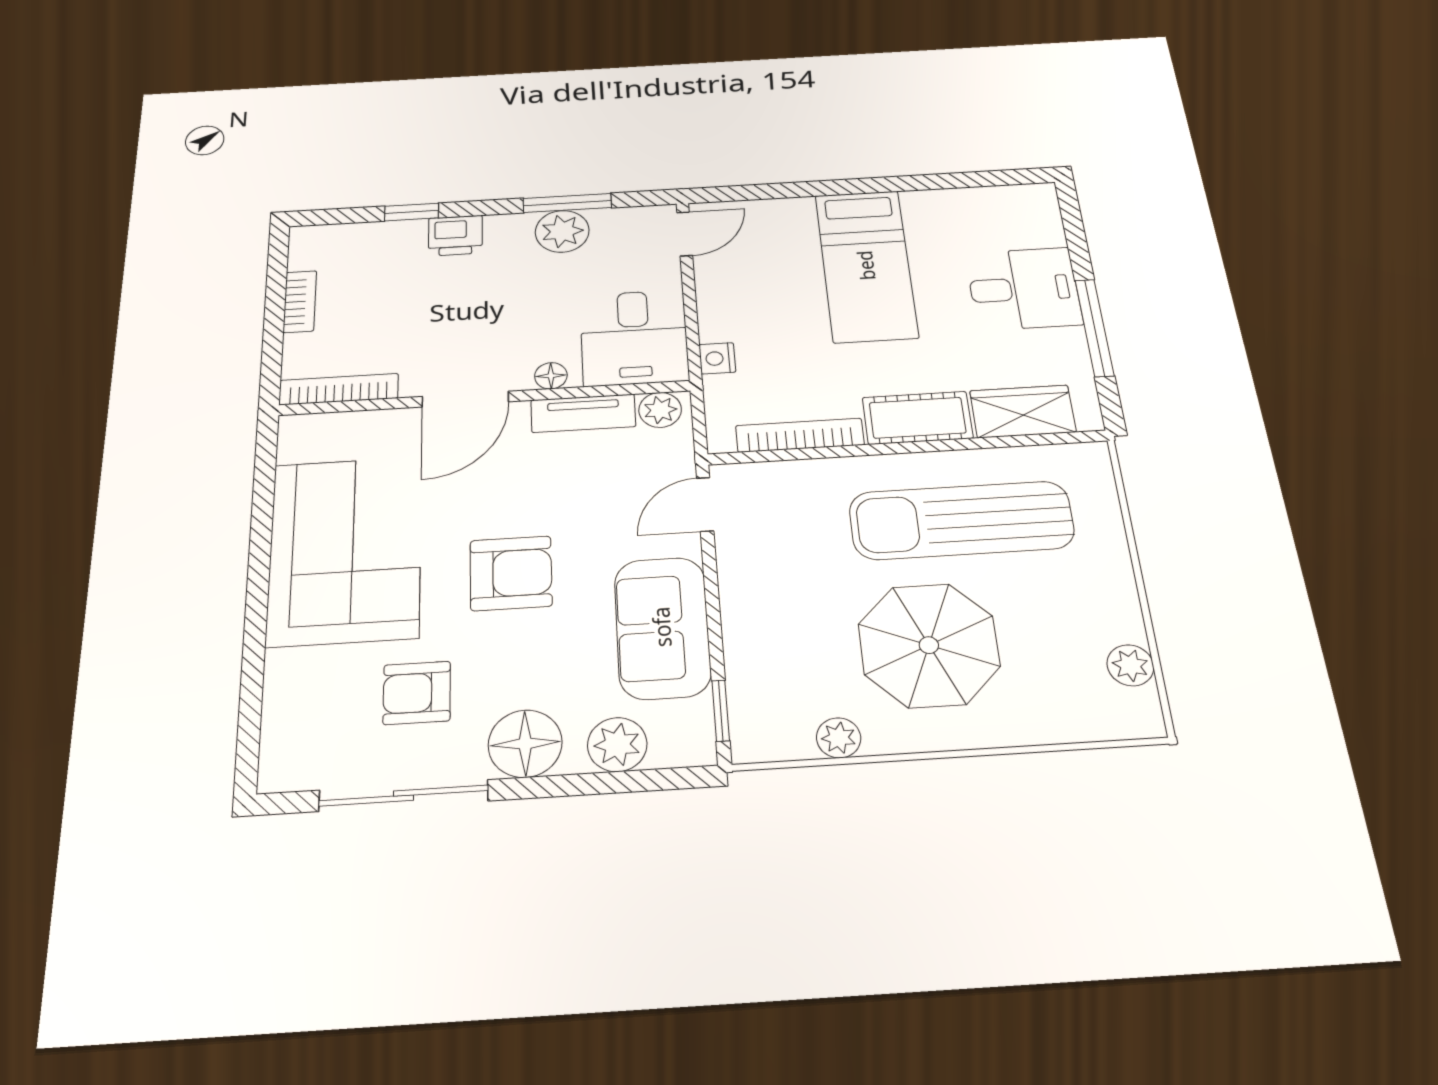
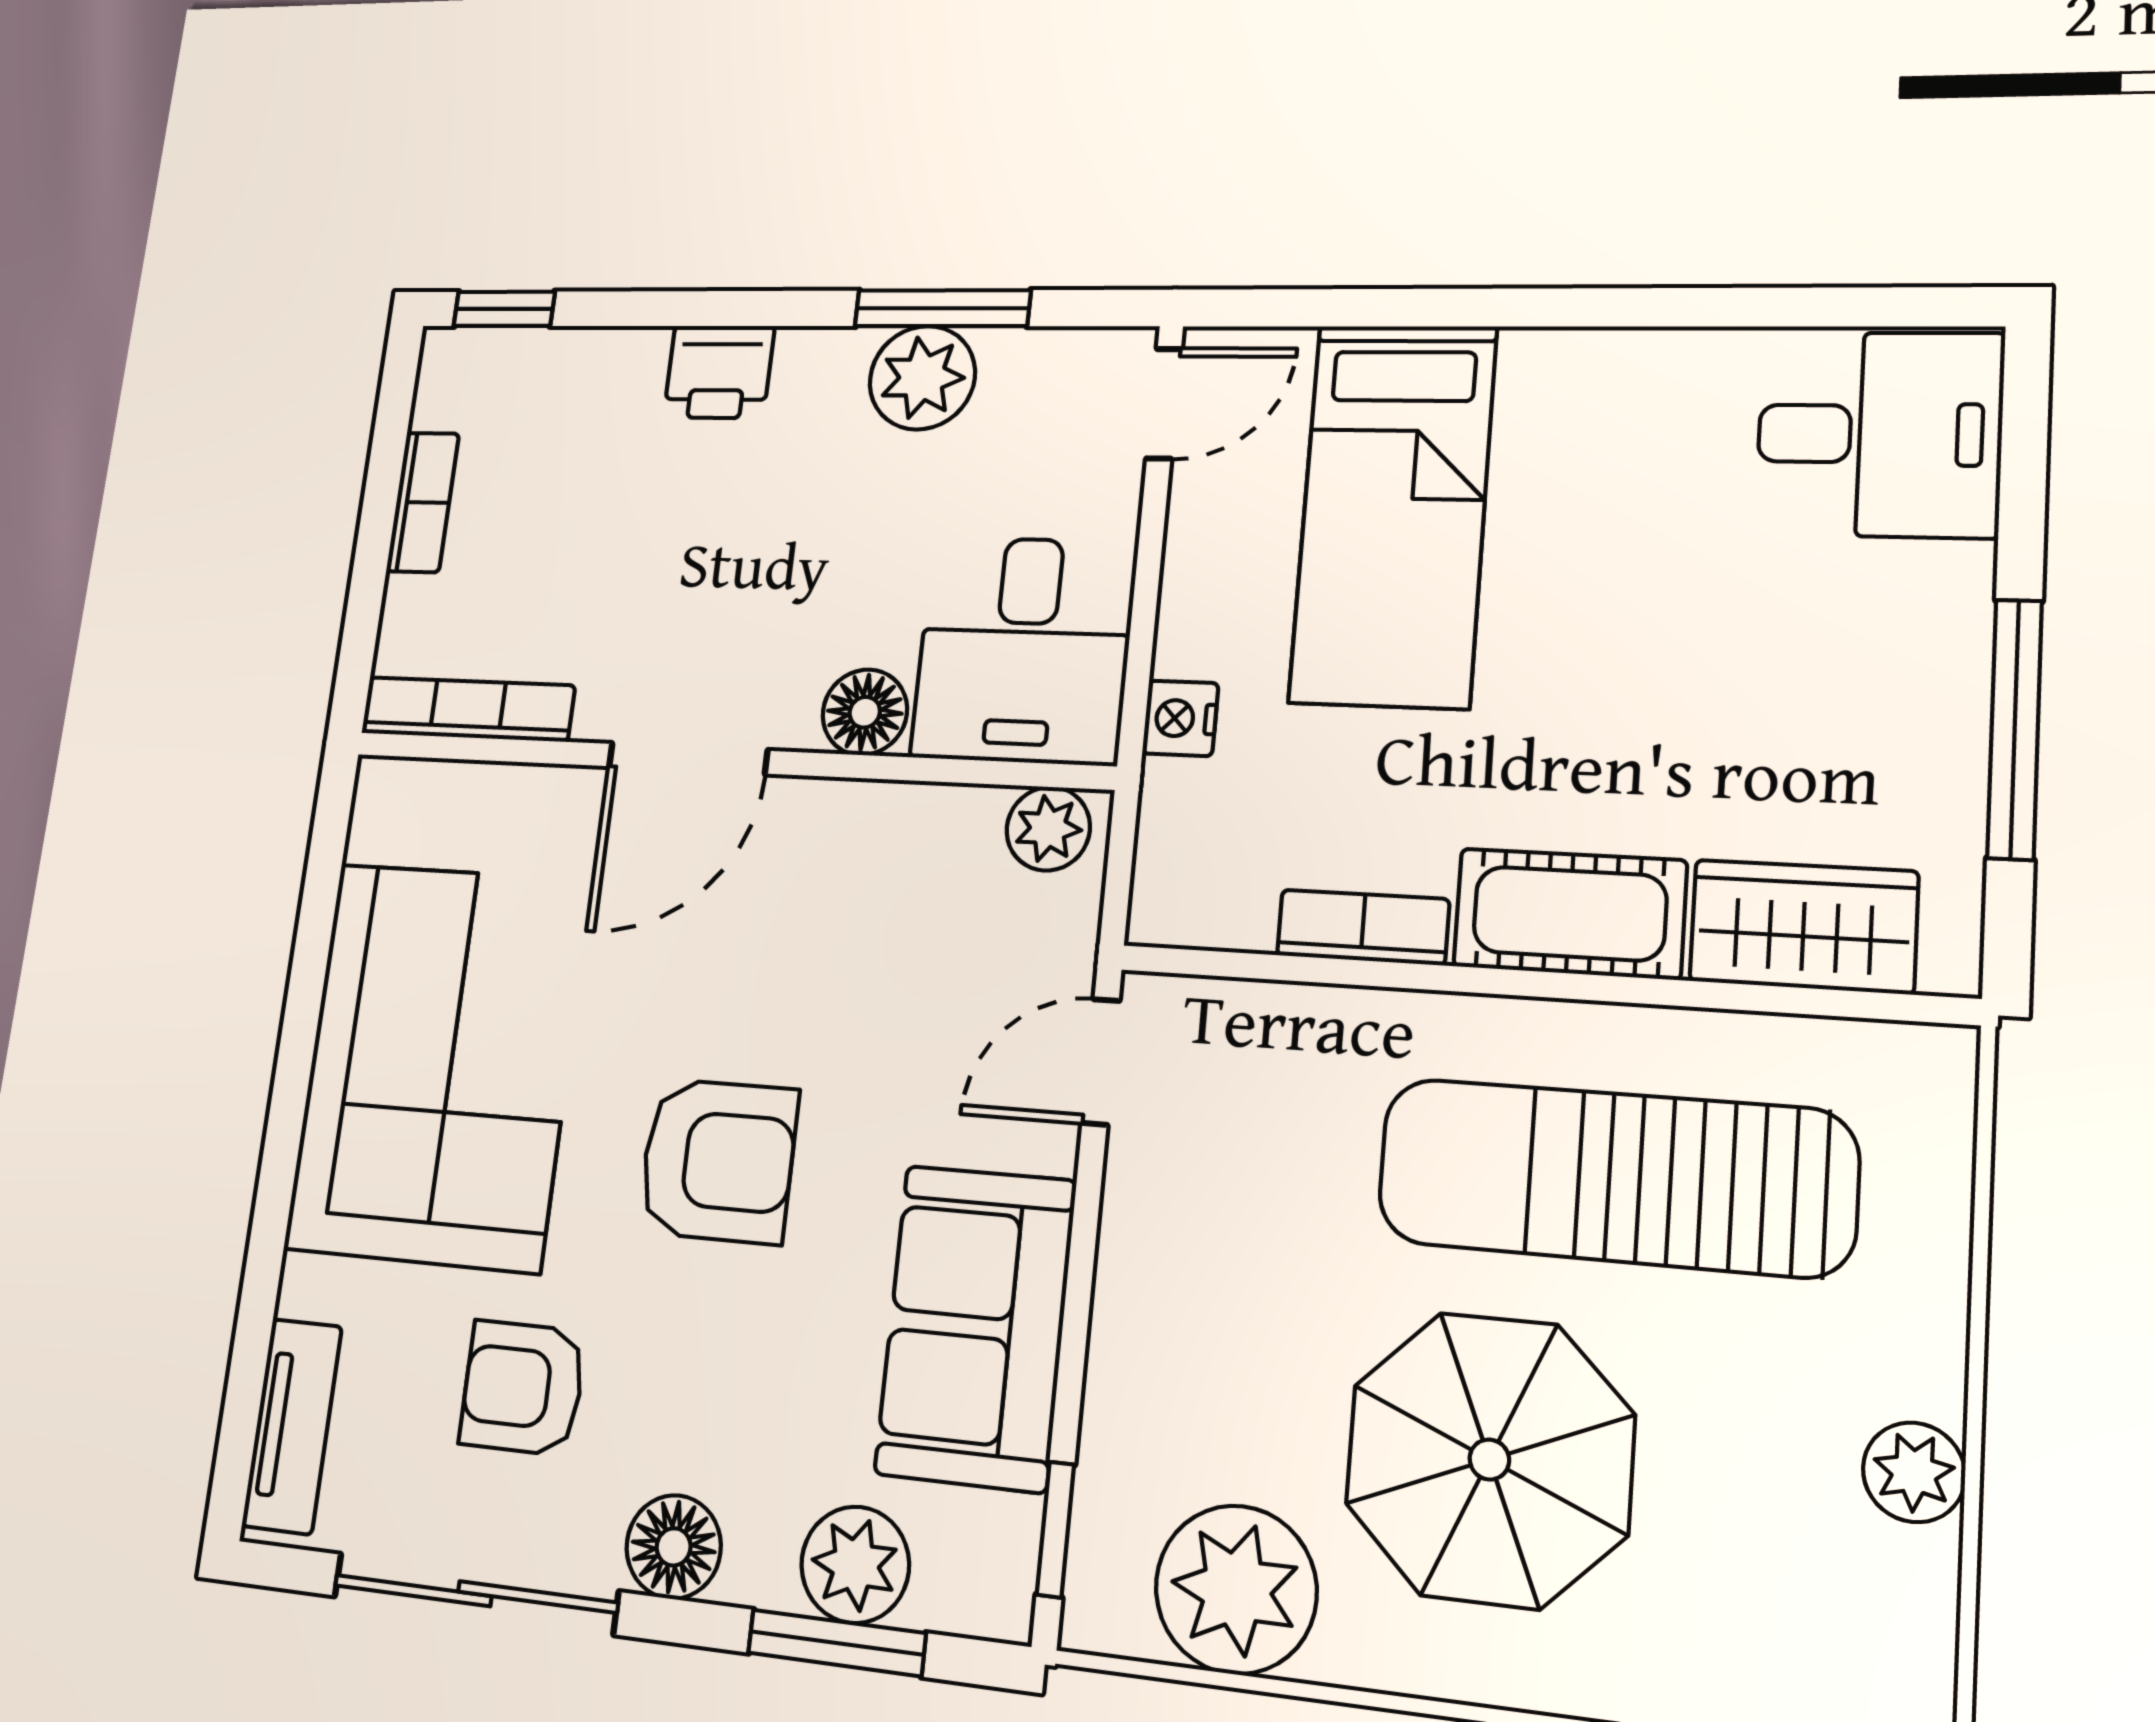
window: (412, 212) -> (504, 309), moved
bed: (866, 265) -> (1393, 514), moved
desk: (1024, 289) -> (1879, 434), moved
floor lamp: (551, 376) -> (865, 712), width x1.37, depth x1.37
tv unit: (583, 413) -> (292, 1426), moved, turned -90
bookcase: (800, 435) -> (1363, 927), width x0.64
plant: (1130, 665) -> (1914, 1472), moved
plant: (839, 738) -> (1236, 1589), width x1.88, depth x1.88
floor lamp: (525, 744) -> (674, 1547), width x0.73, depth x0.73
window: (613, 782) -> (837, 1643), added

